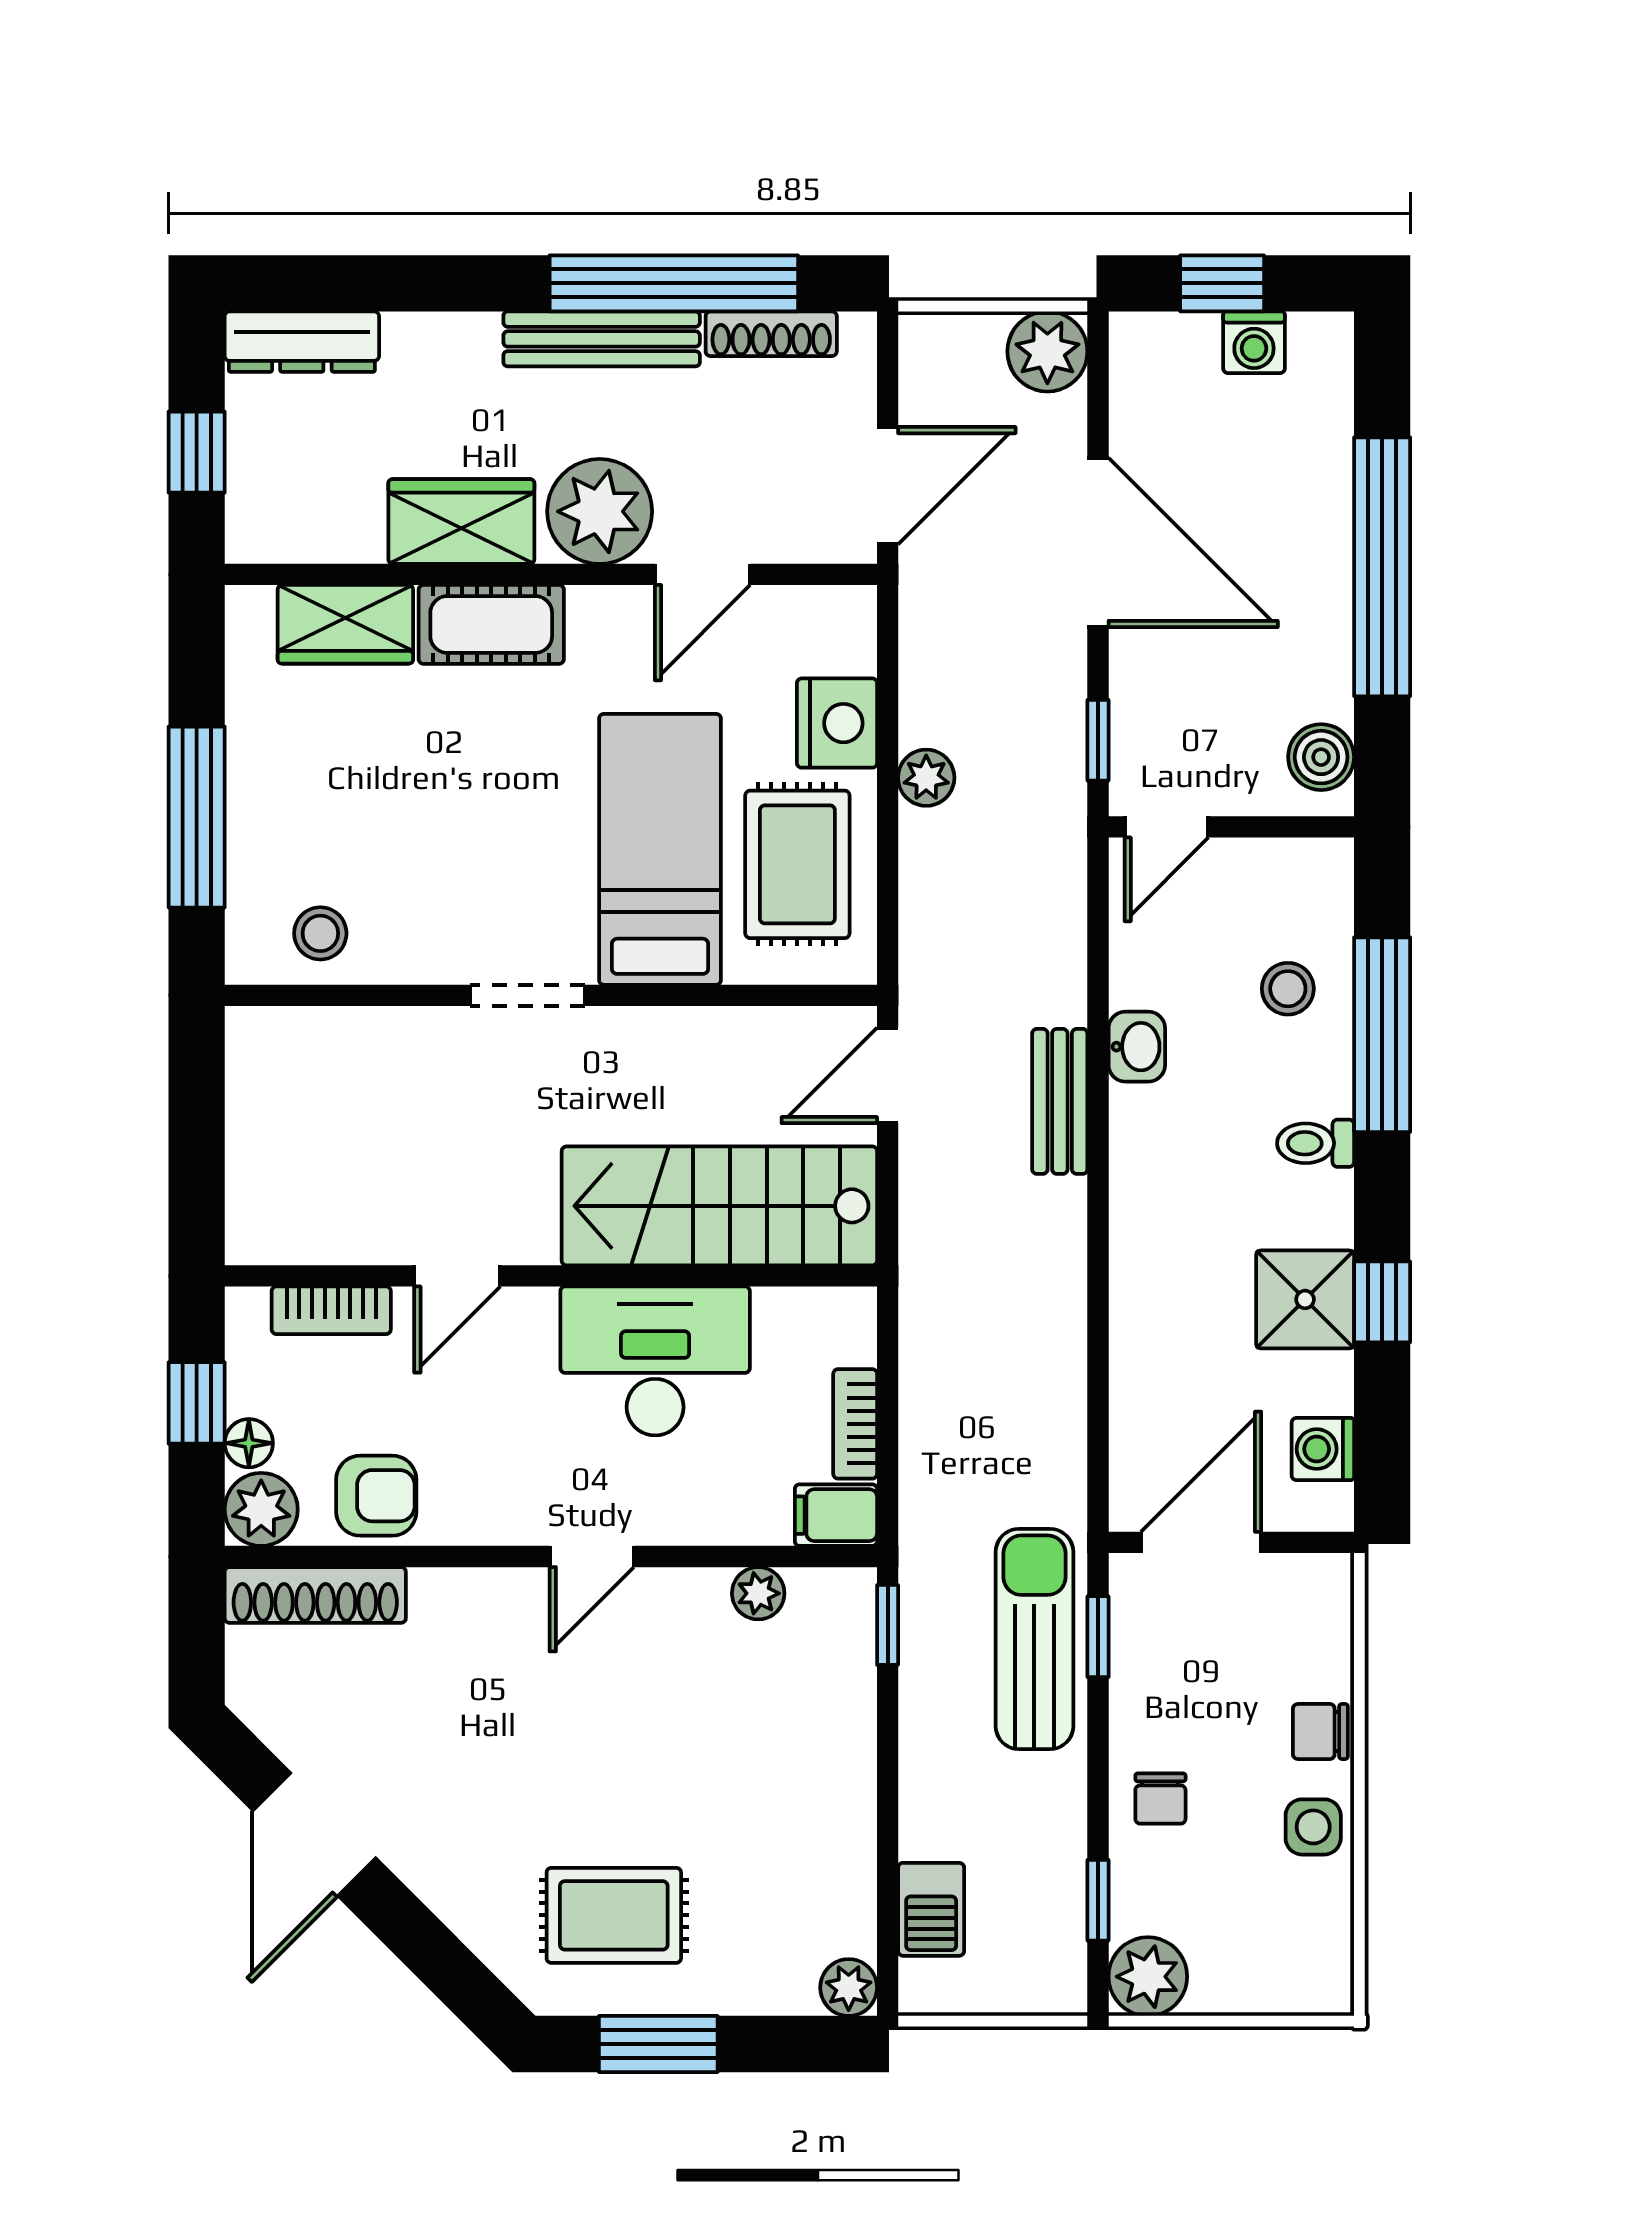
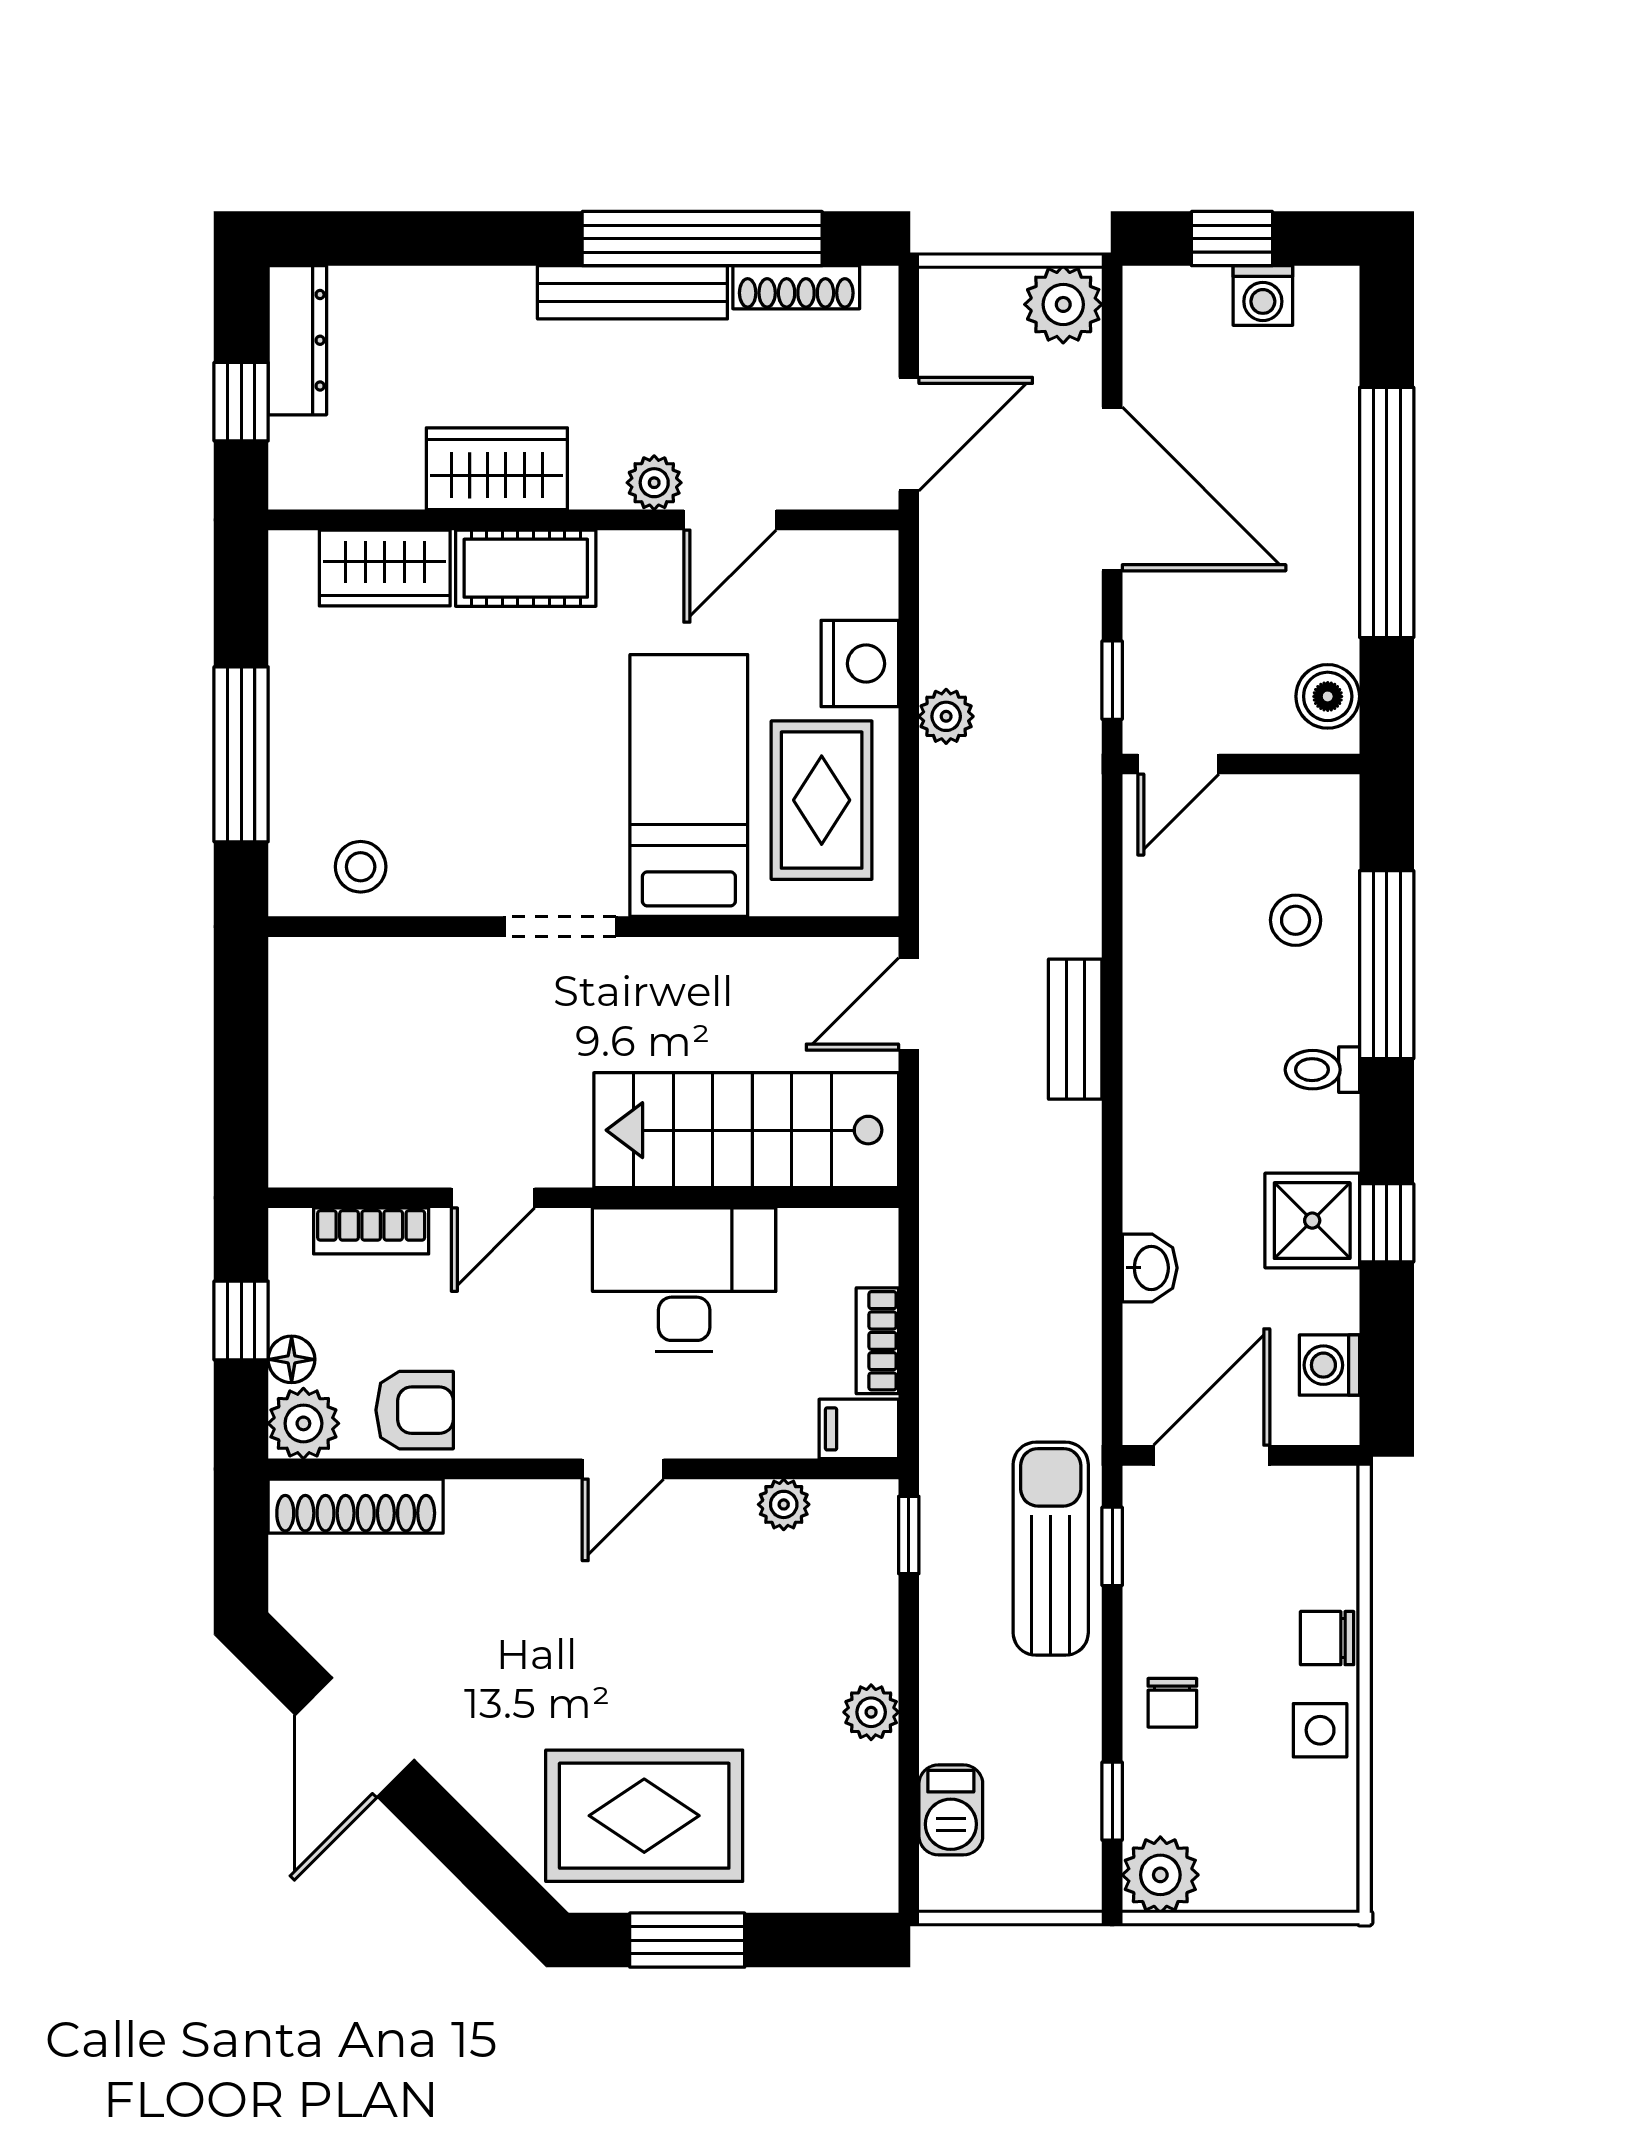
dresser: (302, 342) -> (297, 340), moved, turned -90
plant: (600, 511) -> (654, 483), width x0.53, depth x0.53
washbasin: (1137, 1047) -> (1150, 1268), moved
rug: (614, 1915) -> (644, 1816), width x1.36, depth x1.43
plant: (849, 1988) -> (871, 1712), moved

